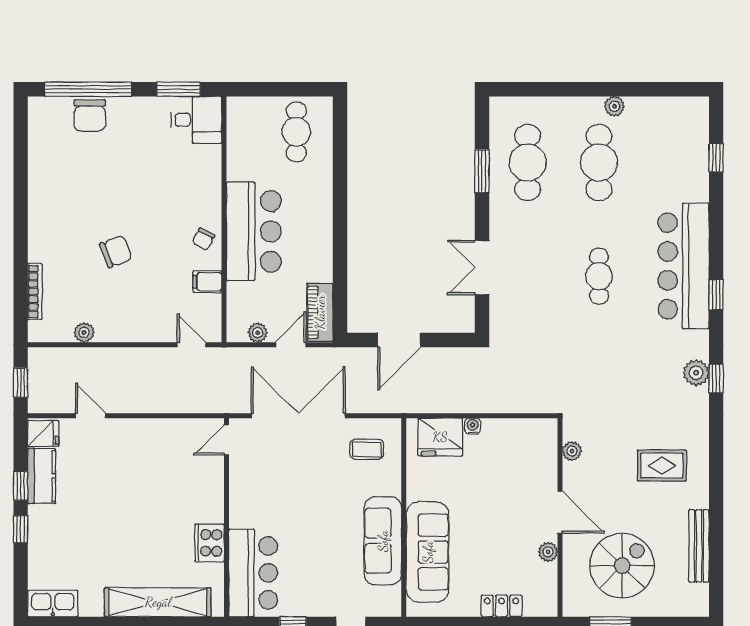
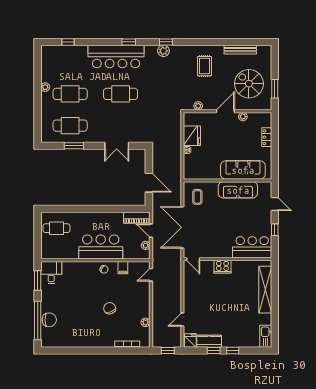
cafe table: (599, 276) -> (121, 94), width x1.37, depth x1.35
fridge: (440, 437) -> (192, 136), moved
cooker: (209, 543) -> (222, 267), moved

